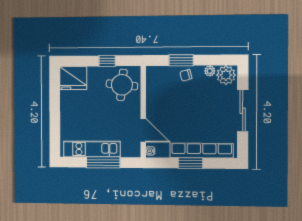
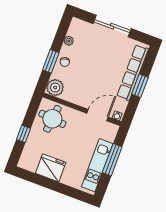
window: (107, 61) -> (23, 134), moved
plant: (226, 75) -> (55, 88), moved
fridge: (73, 78) -> (51, 168), moved, turned -90

